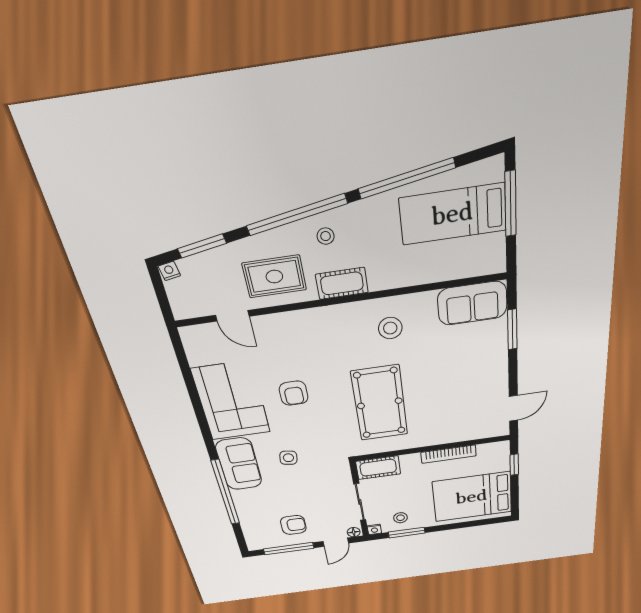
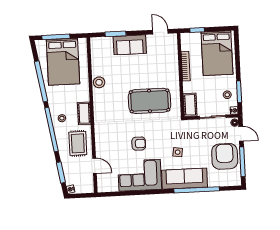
bed: (453, 214) -> (63, 62), width x1.50
sofa: (472, 303) -> (130, 45), moved, turned 90
door: (232, 316) -> (94, 166), hinge flipped
stool: (390, 328) -> (99, 82), moved
sofa: (239, 464) -> (185, 179), width x1.36
armchair: (293, 525) -> (225, 156), width x1.88, depth x1.88

